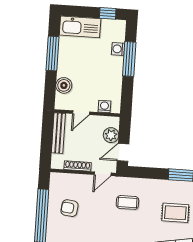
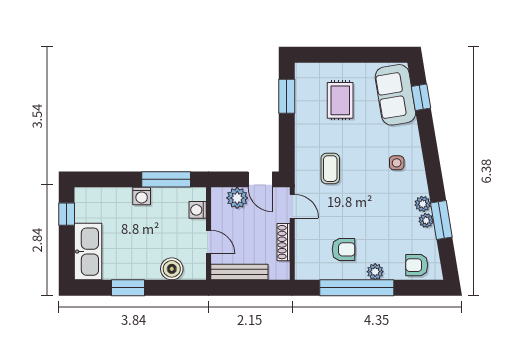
washing machine: (118, 49) -> (142, 196), moved
window: (52, 54) -> (128, 288), width x0.69
window: (129, 59) -> (166, 179), moved
armchair: (69, 208) -> (344, 249), turned -97
plant: (52, 229) -> (375, 272), added

